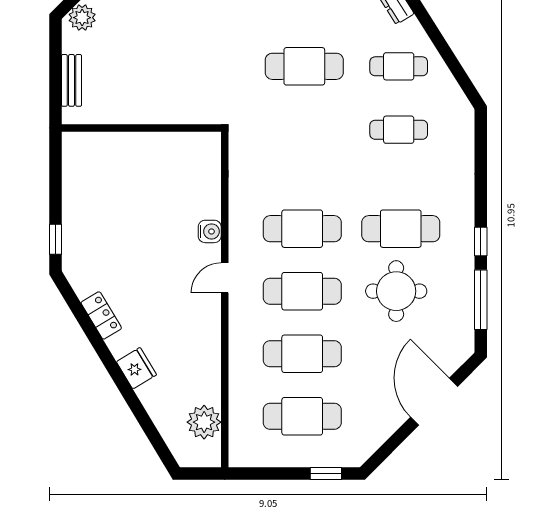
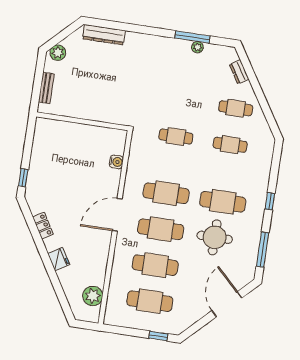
cafe table: (304, 66) -> (176, 137), moved, width x0.73, depth x0.74
water cooler: (210, 231) -> (116, 162), moved
window: (481, 241) -> (270, 201), moved
door: (225, 278) -> (117, 215), width x1.87

